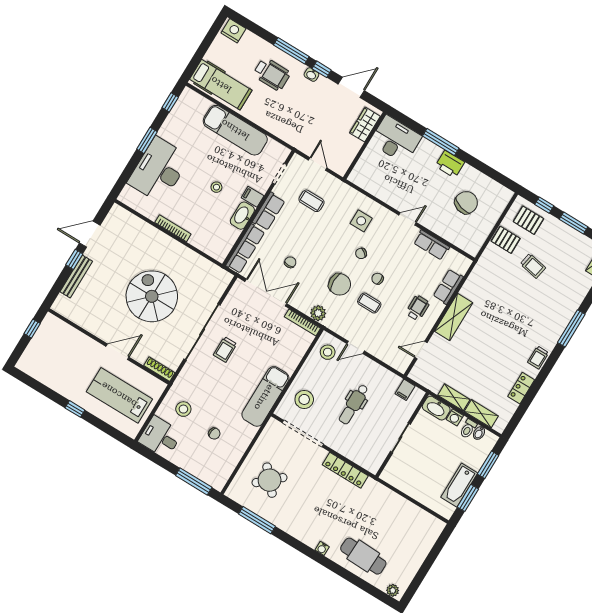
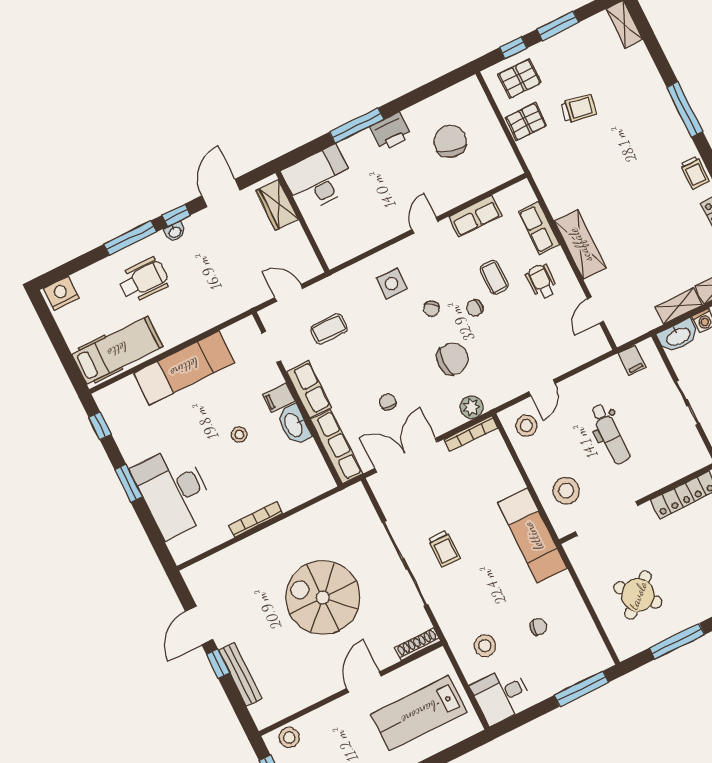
coffee table: (369, 303) -> (494, 277), moved, turned 90
stool: (57, 328) -> (289, 737), added

